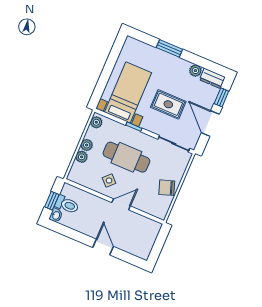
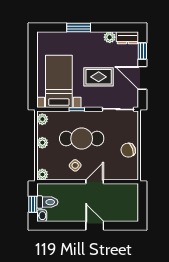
plant: (82, 157) -> (42, 174), moved

